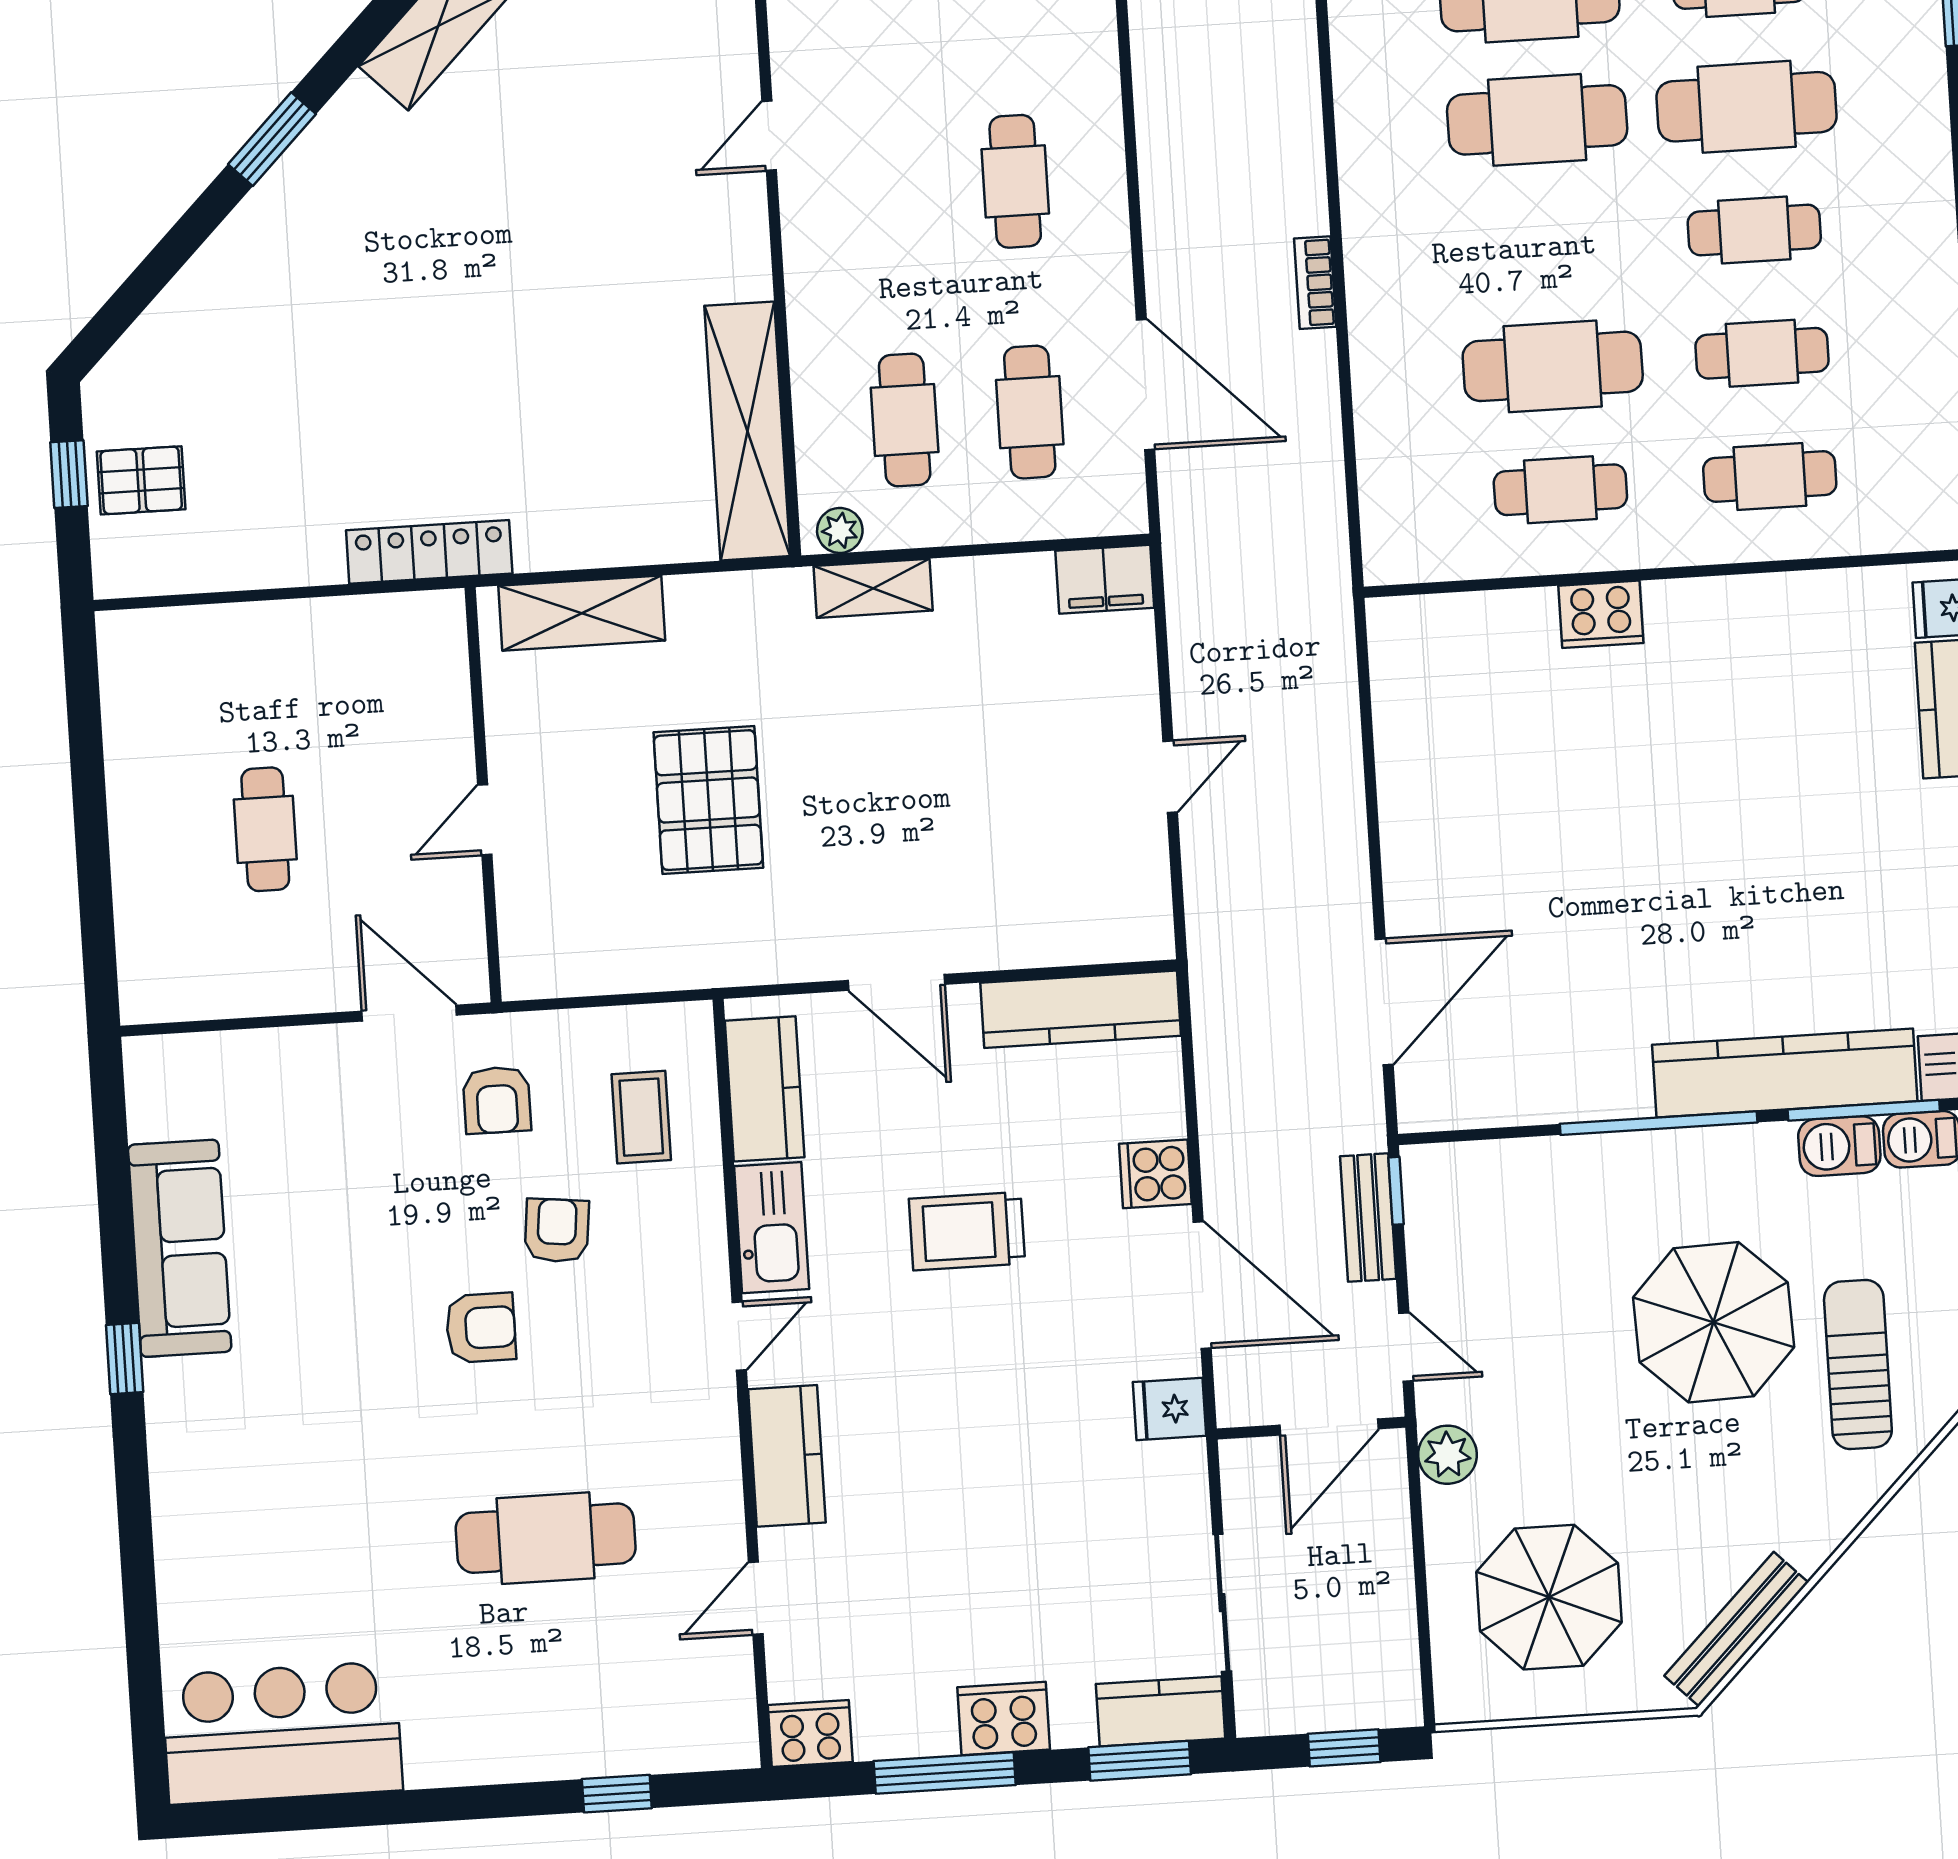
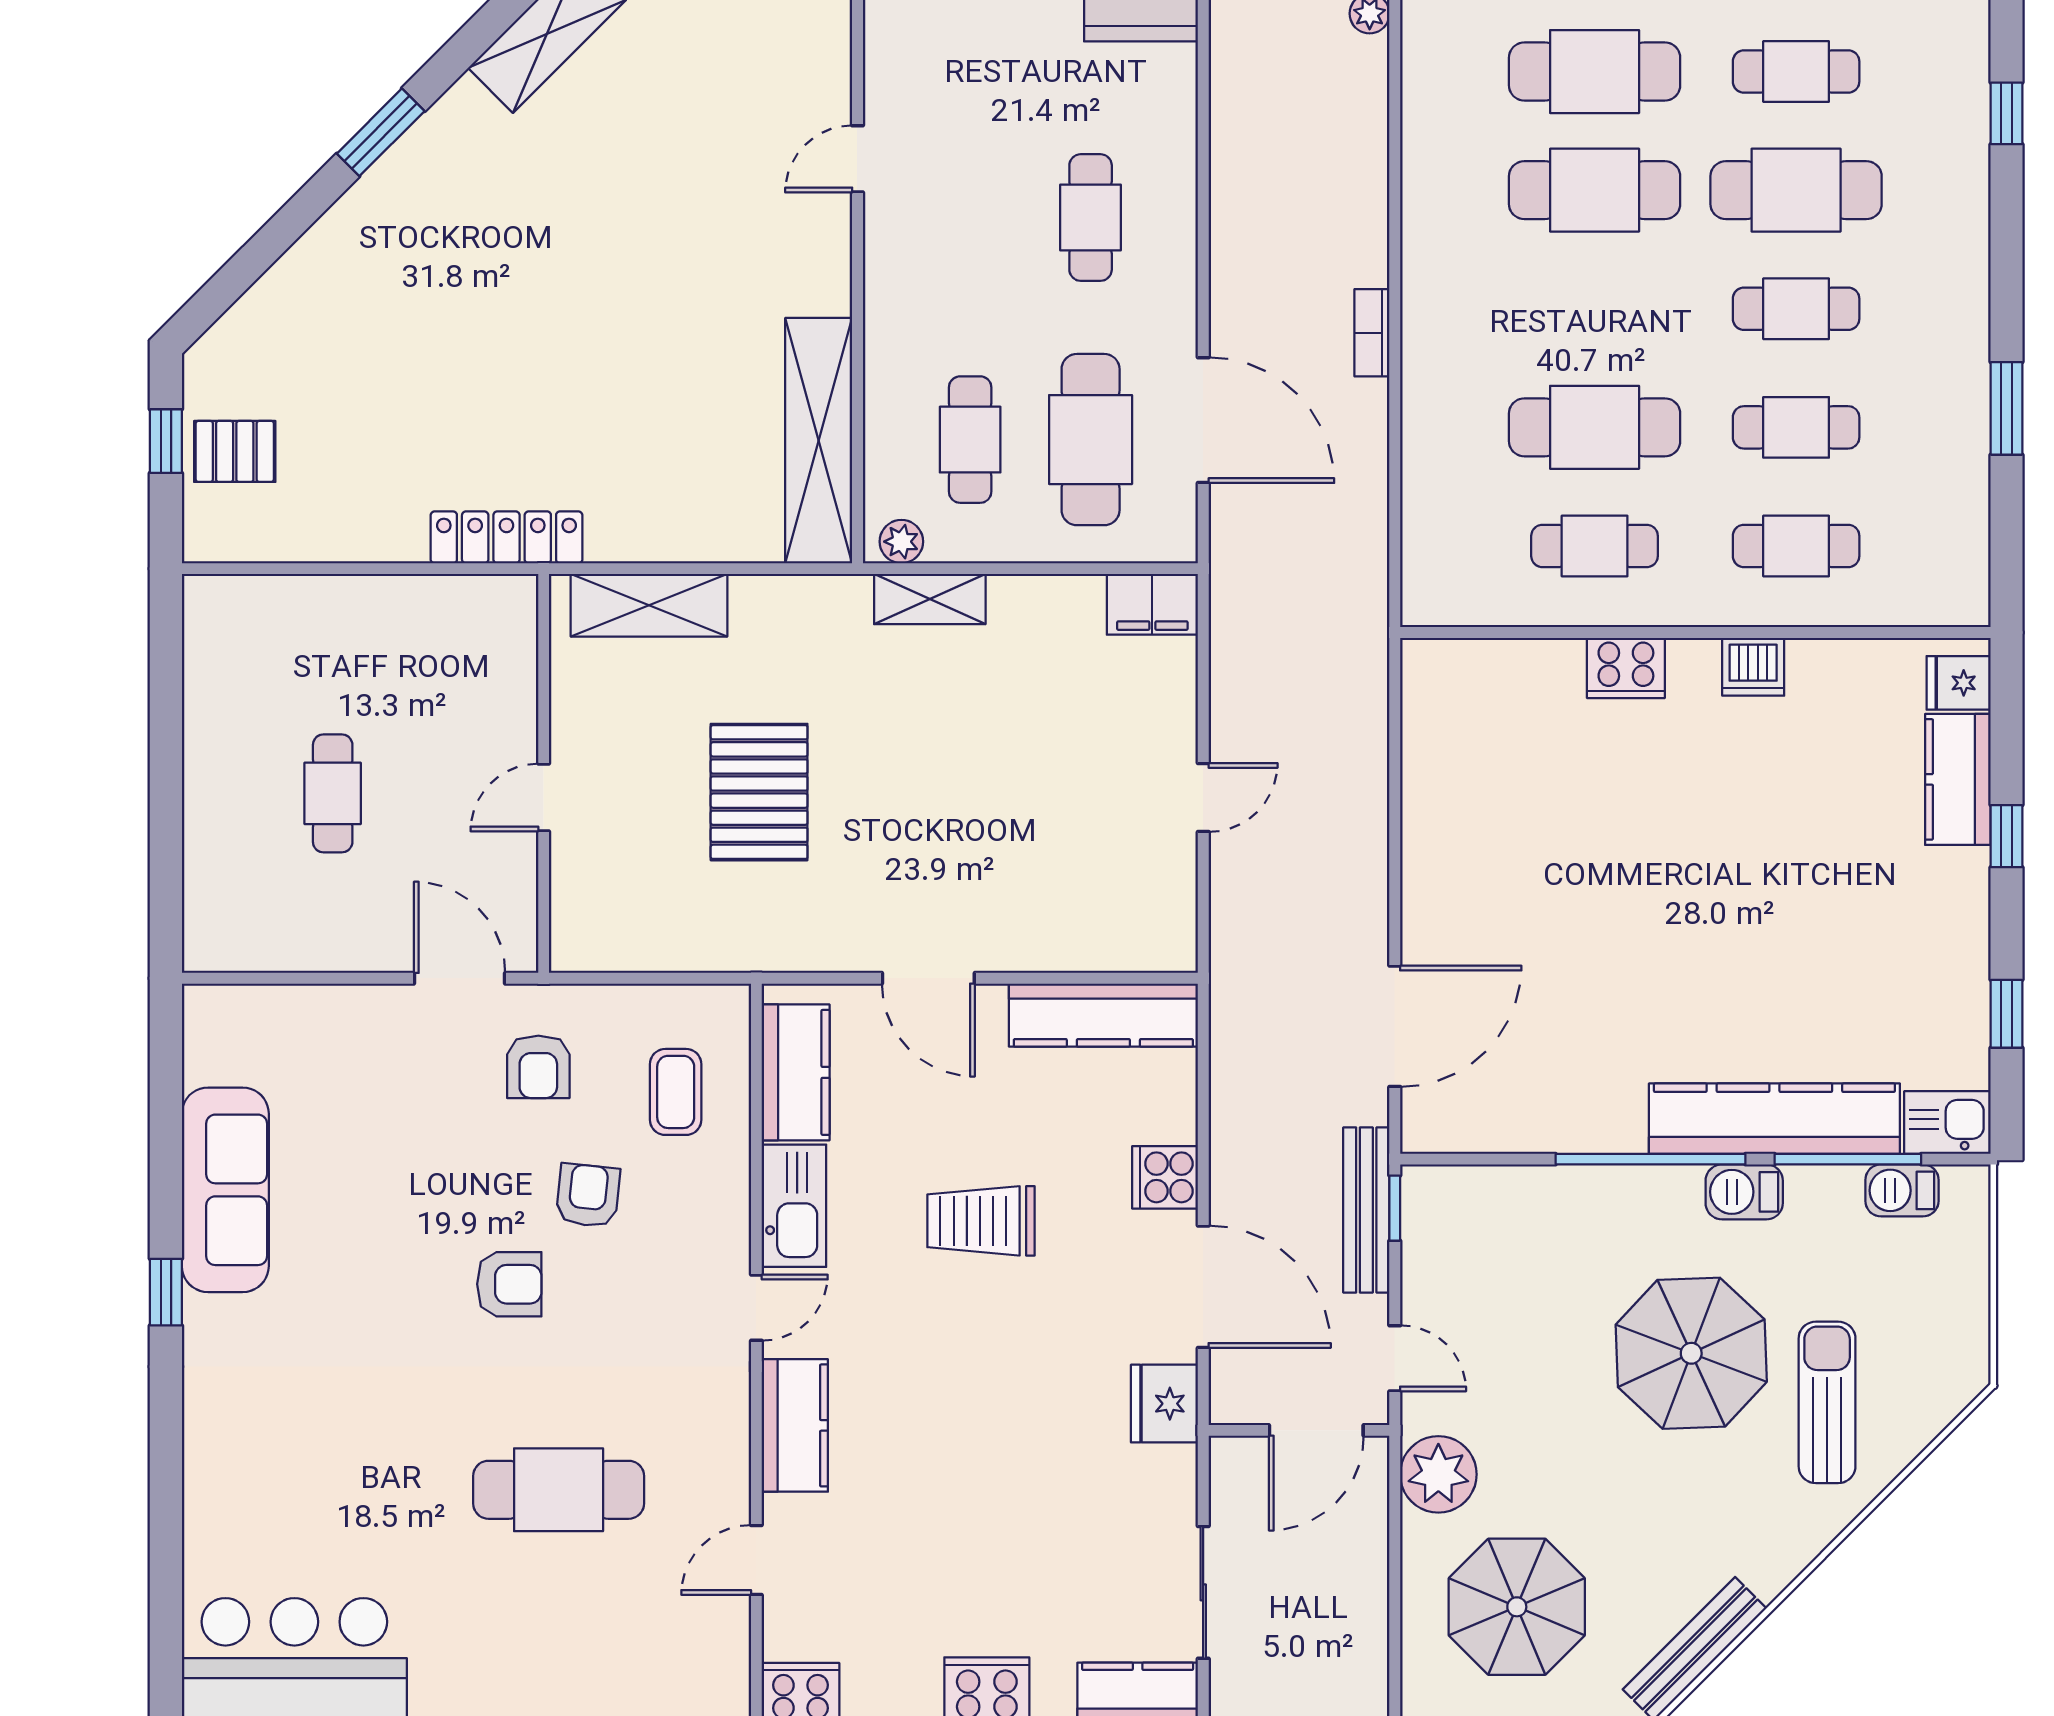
cafe table: (1030, 412) -> (1091, 440), width x1.37, depth x1.35
dishwasher: (1733, 605) -> (1753, 667), added
barbecue: (1839, 1146) -> (1744, 1192), moved
bench: (1368, 1218) -> (1366, 1210), width x1.36
fridge: (1170, 1409) -> (1164, 1404), width x1.38
plant: (1448, 1455) -> (1438, 1474), width x1.36, depth x1.36

